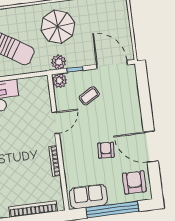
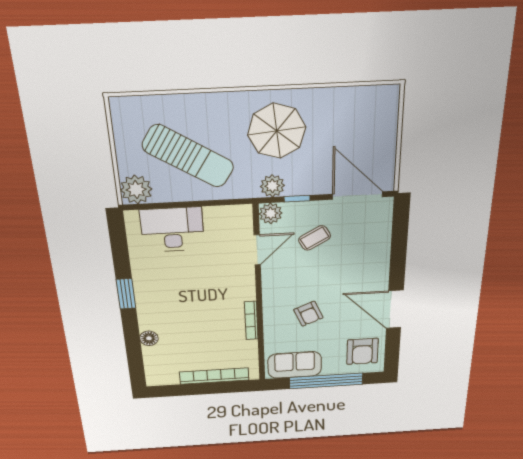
door: (56, 123) -> (257, 250), moved
armchair: (106, 150) -> (308, 314), moved, turned 153
armchair: (134, 182) -> (362, 351), turned 180

